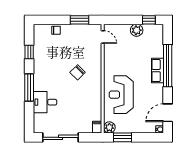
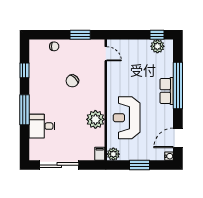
plant: (137, 30) -> (157, 46), moved
chair: (78, 72) -> (72, 81), moved
plant: (93, 96) -> (95, 119), added
window: (122, 137) -> (140, 165), moved

